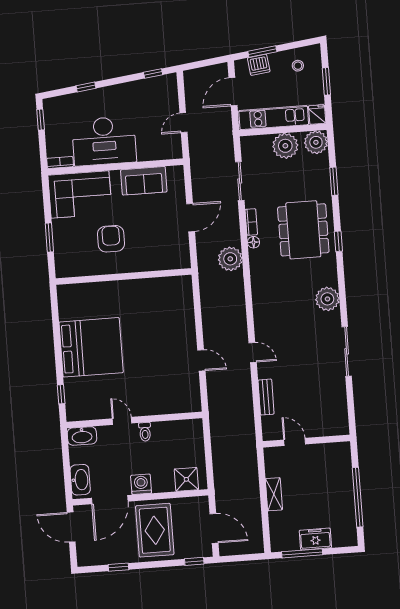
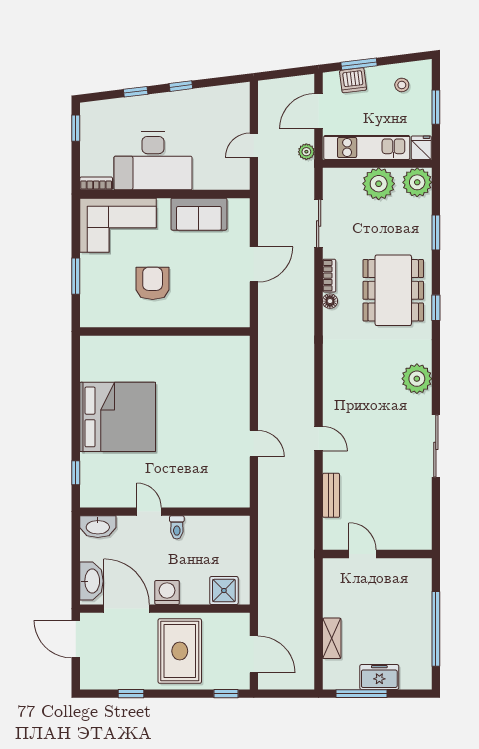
window: (153, 74) -> (181, 86), moved
plant: (230, 259) -> (306, 152), moved, width x0.53, depth x0.53
shelving: (274, 494) -> (332, 638), moved
door: (110, 500) -> (127, 609), swing flipped

